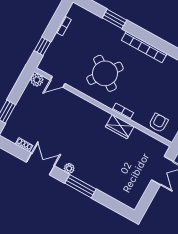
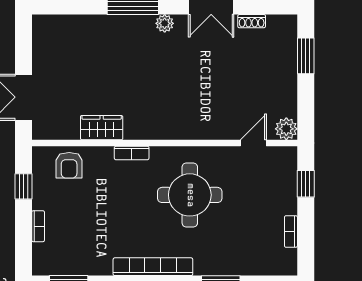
round table: (105, 73) -> (190, 195), turned -36
wardrobe: (120, 127) -> (102, 128), moved

